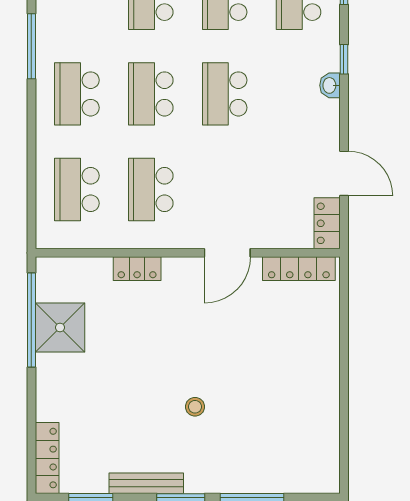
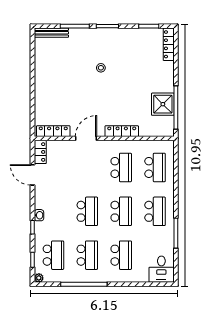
locker: (137, 269) -> (122, 131), width x1.53
bench: (146, 483) -> (51, 33), moved

